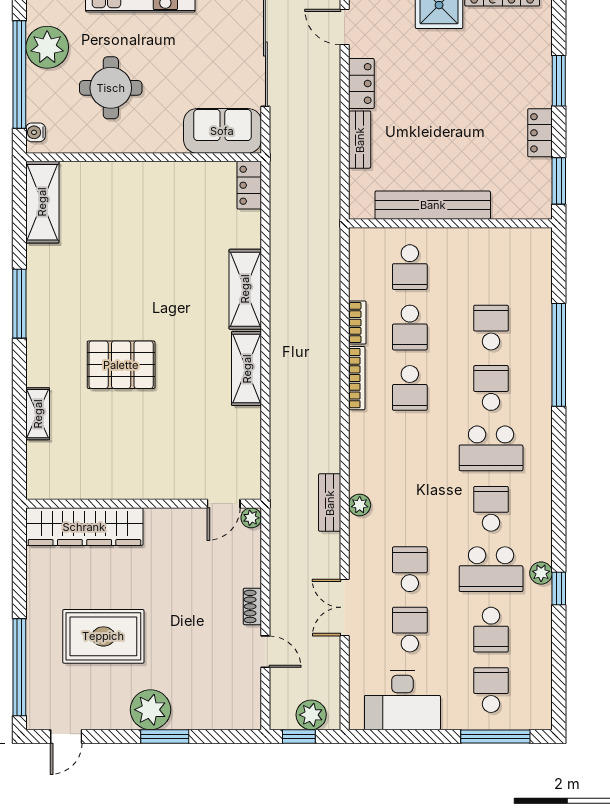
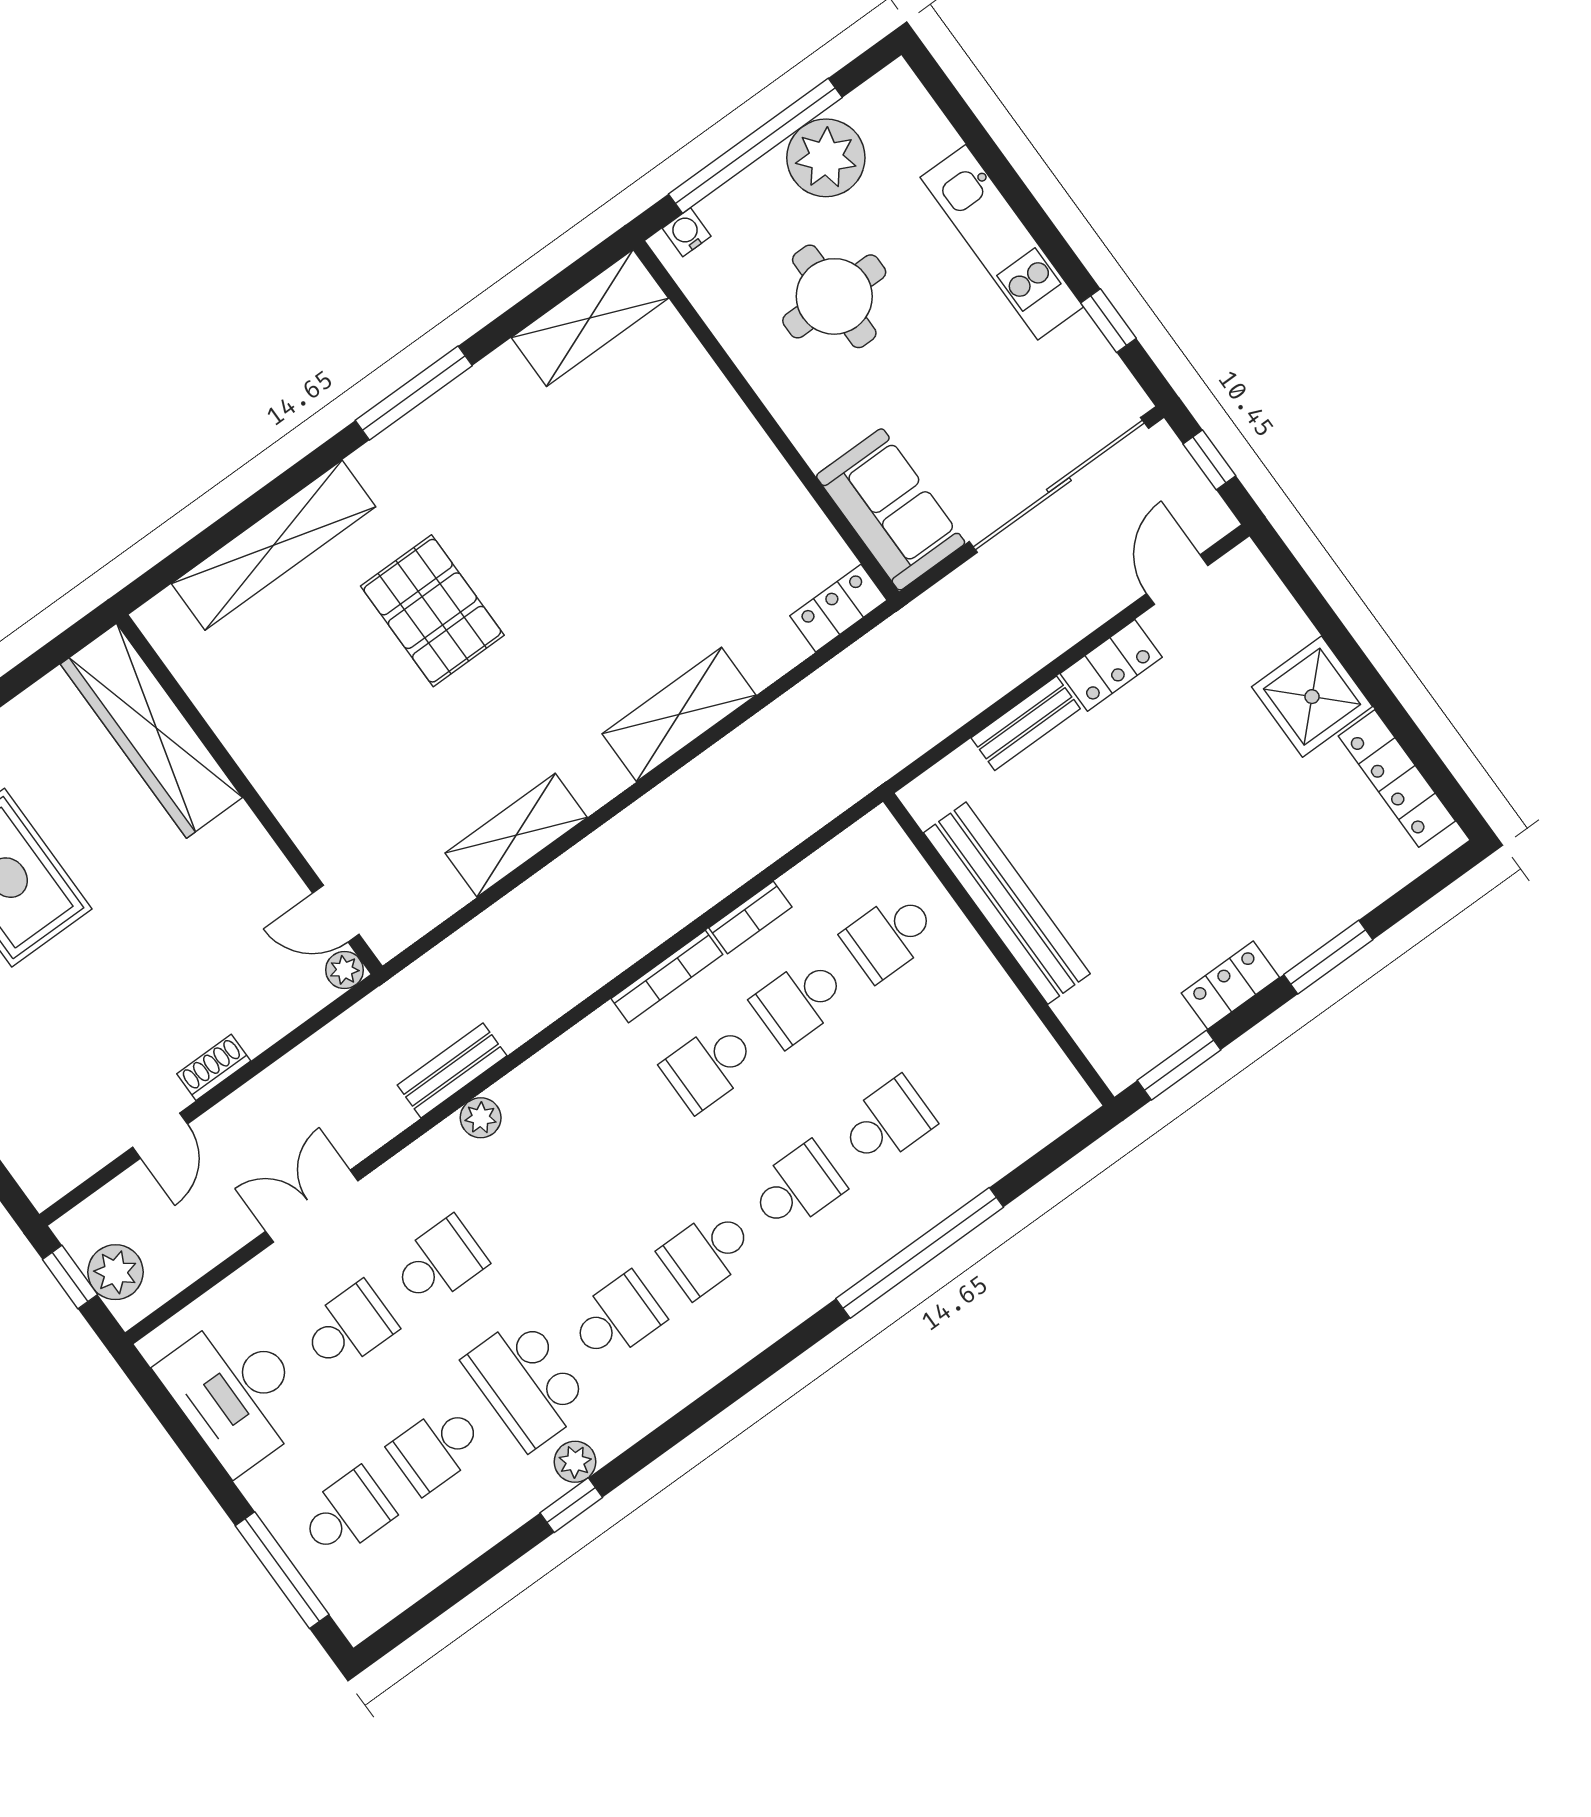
shelving: (247, 369) -> (516, 835), moved
shelving: (38, 414) -> (274, 545), width x2.20, depth x1.33
school desk: (491, 448) -> (707, 1253), width x0.54

